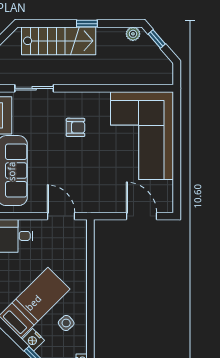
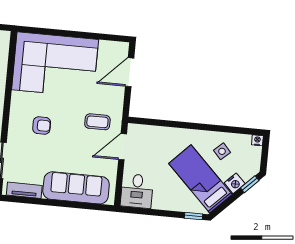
armchair: (76, 127) -> (42, 125), turned 90
coffee table: (85, 187) -> (97, 122), added

